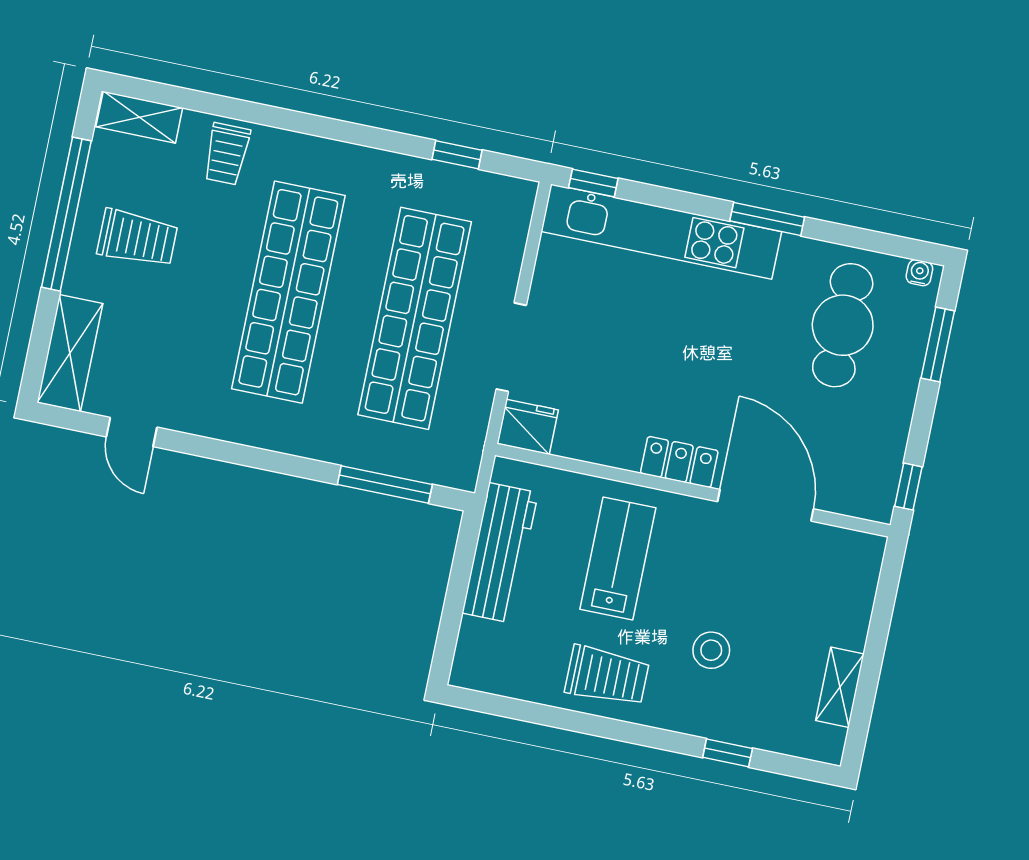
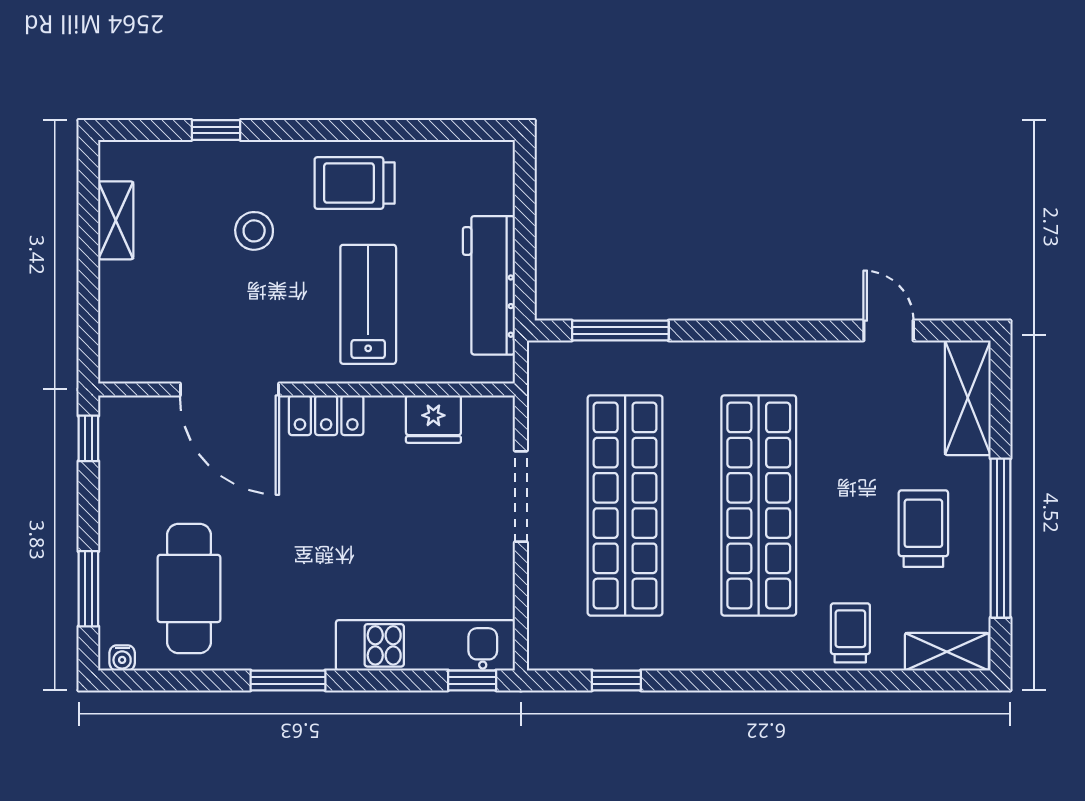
kitchen unit: (661, 232) -> (425, 645), width x0.73
trolley: (137, 238) -> (923, 529), turned 90
fridge: (528, 427) -> (433, 419), moved
lab bench: (618, 559) -> (368, 304), turned 180

